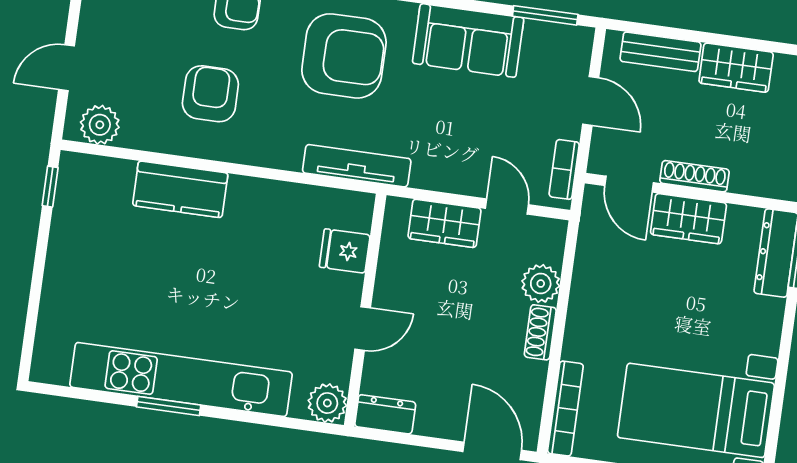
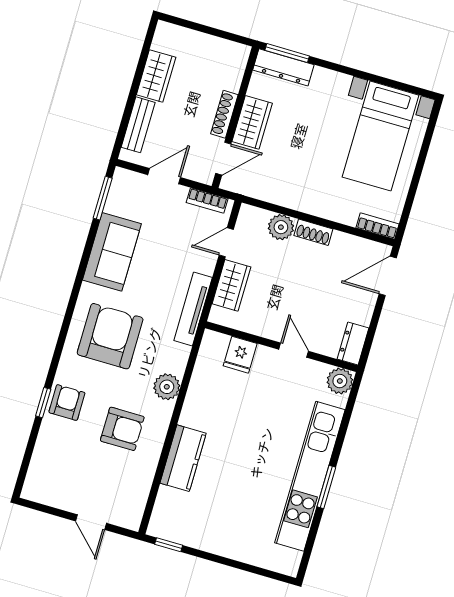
armchair: (210, 94) -> (122, 429), turned 180
plant: (100, 125) -> (167, 387), moved
tv unit: (357, 166) -> (193, 309), moved
bookcase: (565, 409) -> (378, 226), width x0.64

